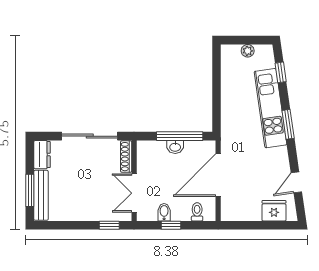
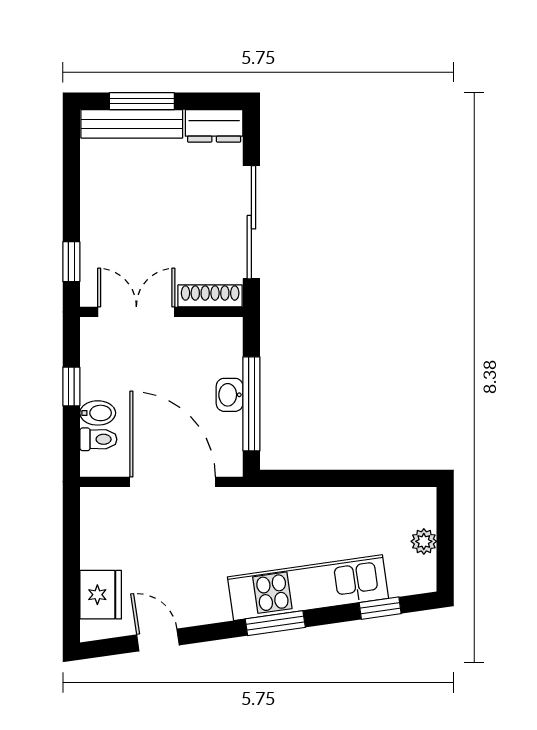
bidet: (164, 212) -> (98, 413), moved

